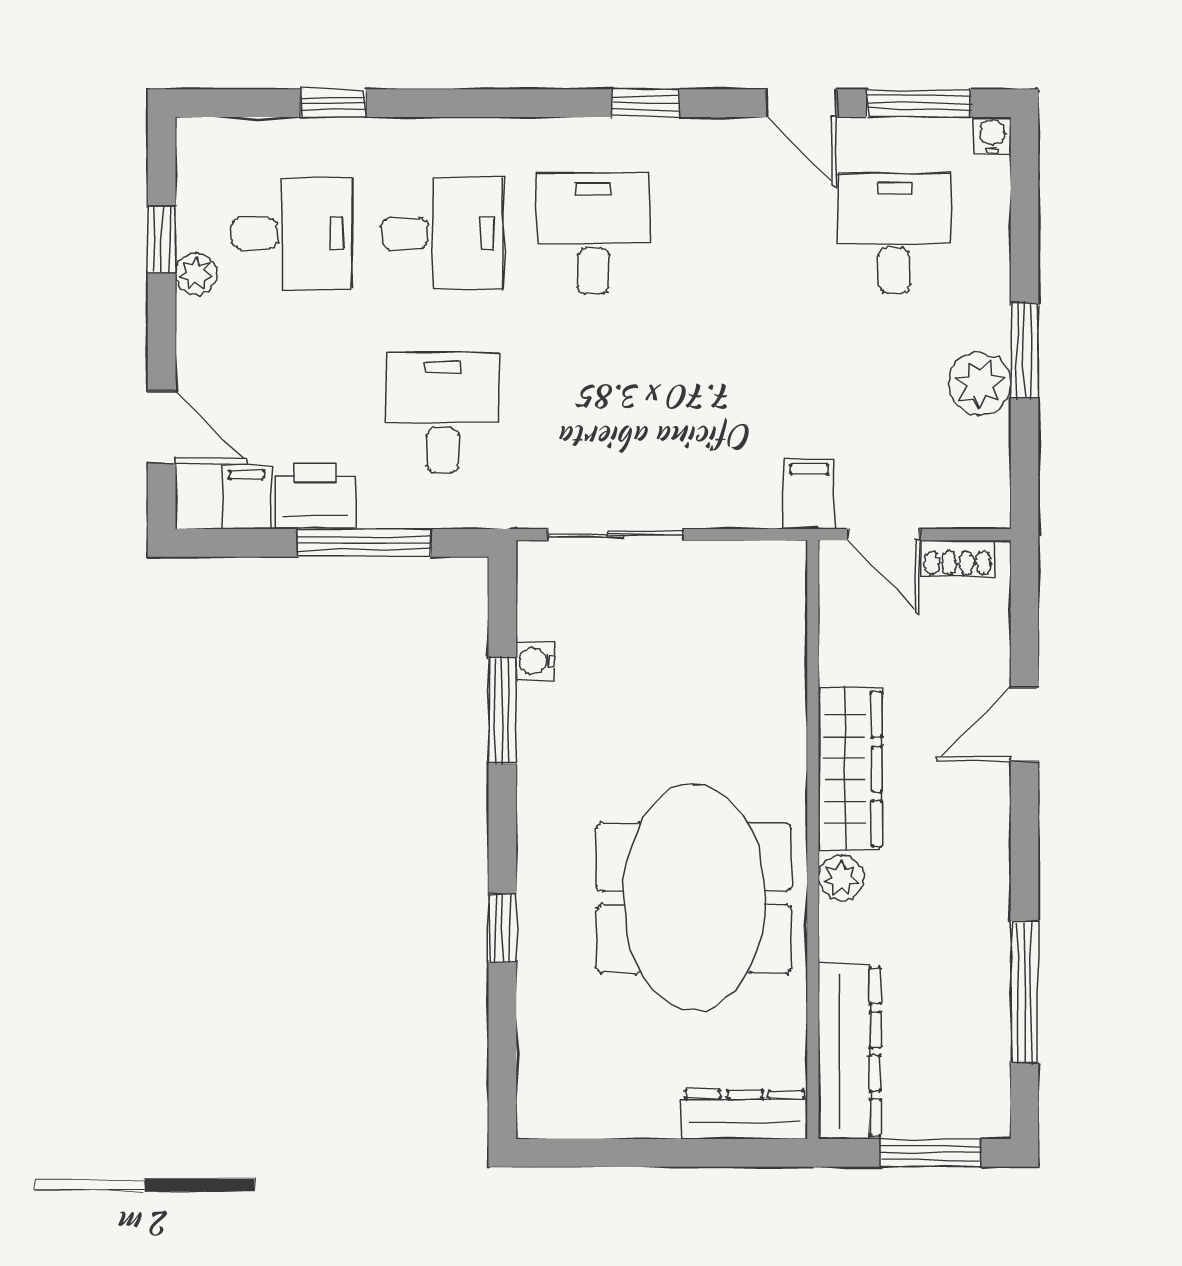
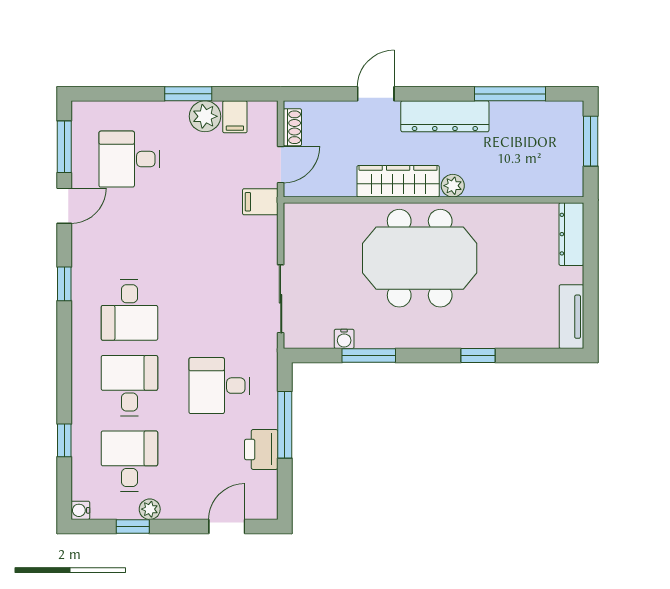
water cooler: (992, 135) -> (80, 510), moved
desk: (593, 233) -> (129, 310), turned -90
filing cabinet: (247, 497) -> (235, 117), moved, turned -90
door: (1024, 724) -> (376, 94), swing flipped
meeting table: (694, 898) -> (420, 258), moved
dresser: (850, 1052) -> (445, 116), moved, turned 180
tv unit: (580, 1115) -> (571, 317), added

